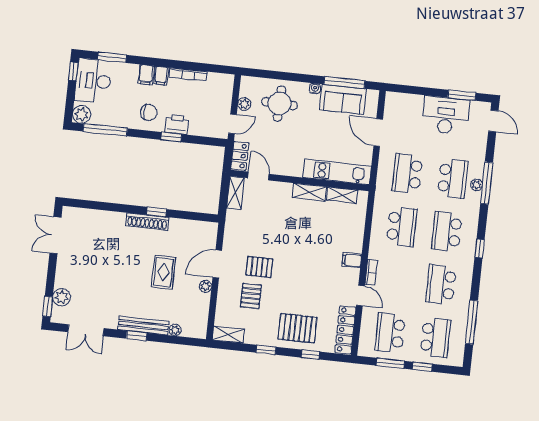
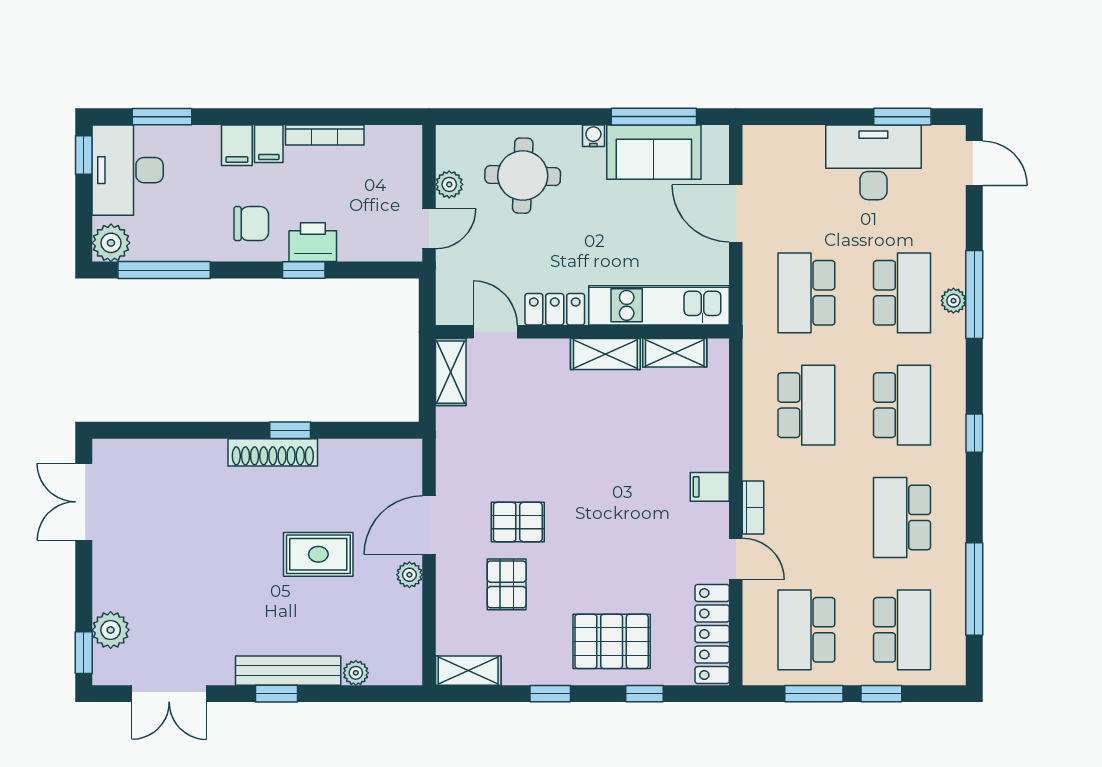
locker: (240, 156) -> (555, 309), moved, turned -90
school desk: (447, 232) -> (902, 405), turned 180
rug: (163, 272) -> (318, 554), turned 90

